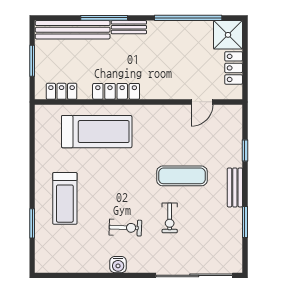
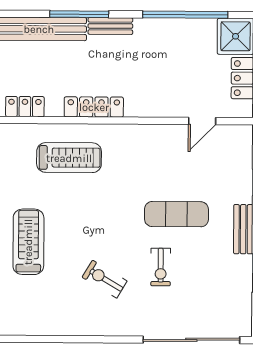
treadmill: (97, 132) -> (69, 158), width x0.73, depth x0.73
treadmill: (65, 198) -> (28, 242), turned 180
exercise bike: (125, 228) -> (105, 279), turned -151
water cooler: (118, 265) -> (95, 326), removed

